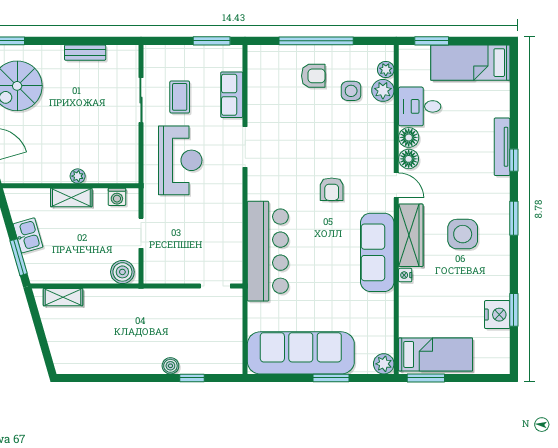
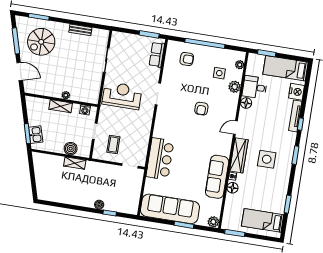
armchair: (313, 76) -> (187, 59), moved
plant: (383, 90) -> (235, 87), moved
row of seats: (232, 95) -> (157, 55), moved
coffee table: (180, 97) -> (113, 145), moved
floor lamp: (409, 159) -> (232, 188), moved
reception desk: (180, 160) -> (122, 96), turned -90
door: (396, 185) -> (235, 128), swing flipped
armchair: (332, 189) -> (201, 109), moved
kitchen sink: (28, 235) -> (36, 135), moved
bar counter: (268, 251) -> (160, 159), width x0.73
sofa: (377, 252) -> (217, 177), moved
boiler: (122, 272) -> (71, 149), moved
shelving: (63, 297) -> (75, 163), moved
nightstand: (497, 315) -> (296, 92), moved
bed: (436, 354) -> (263, 220), moved, turned 180

